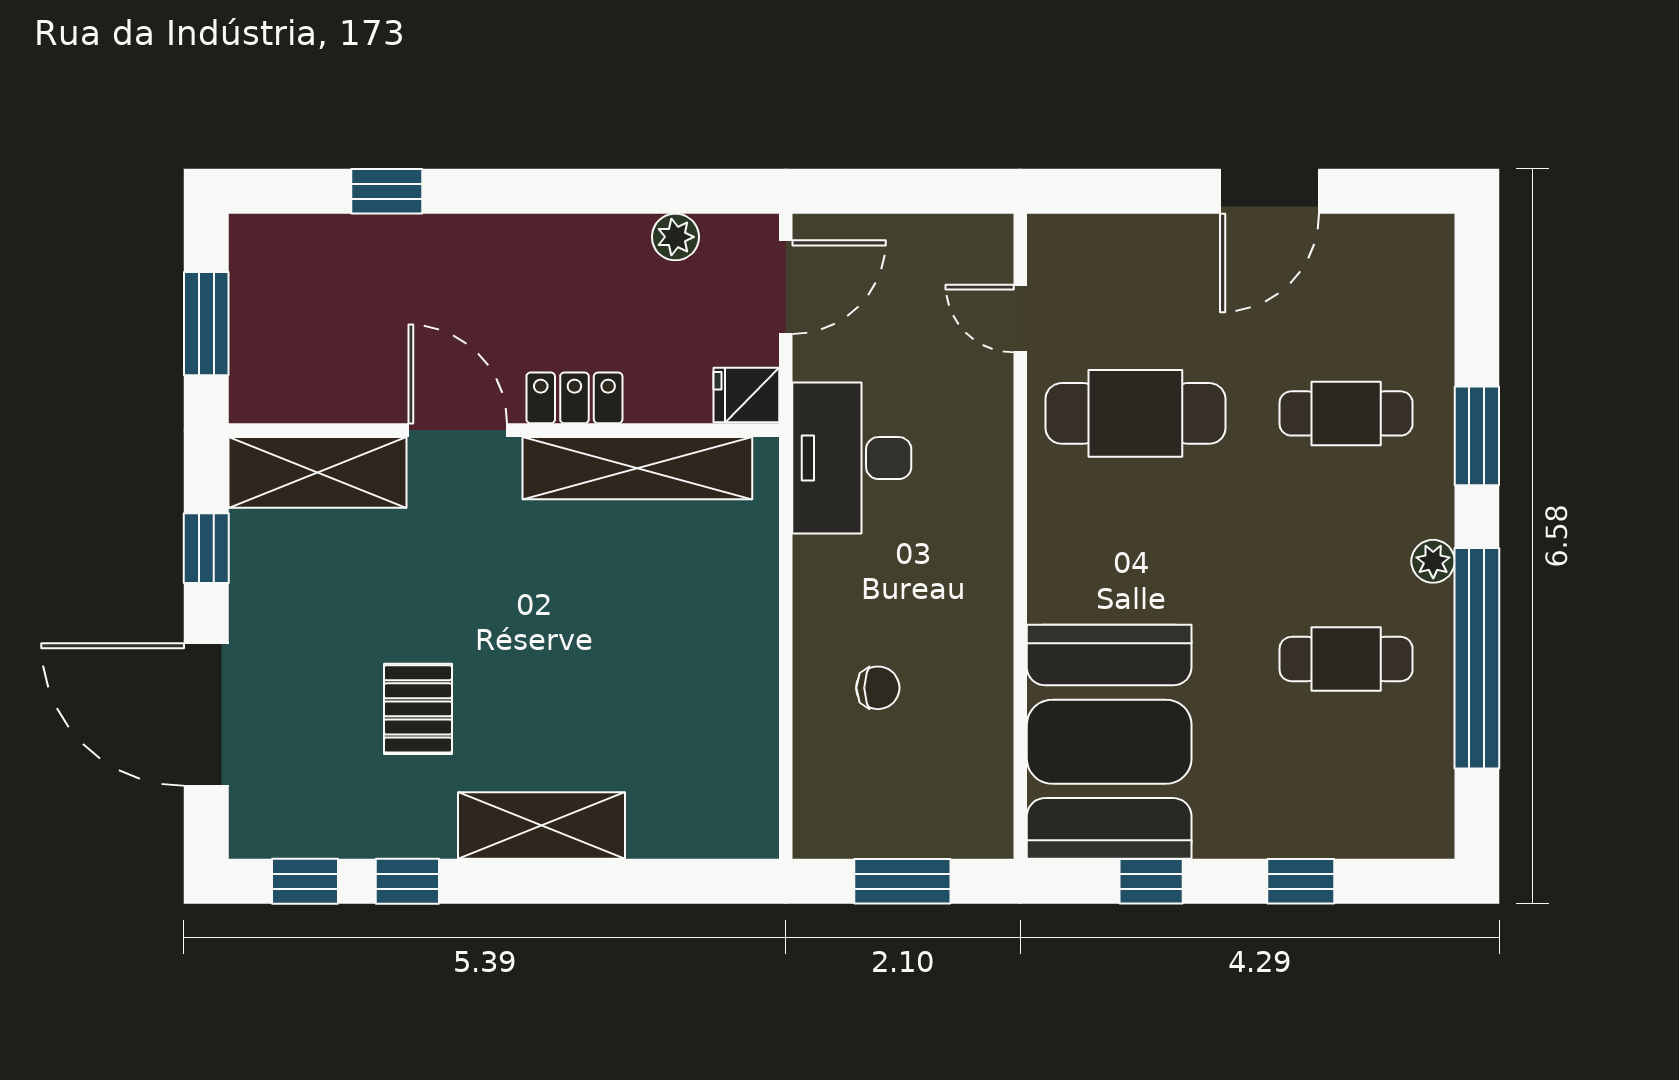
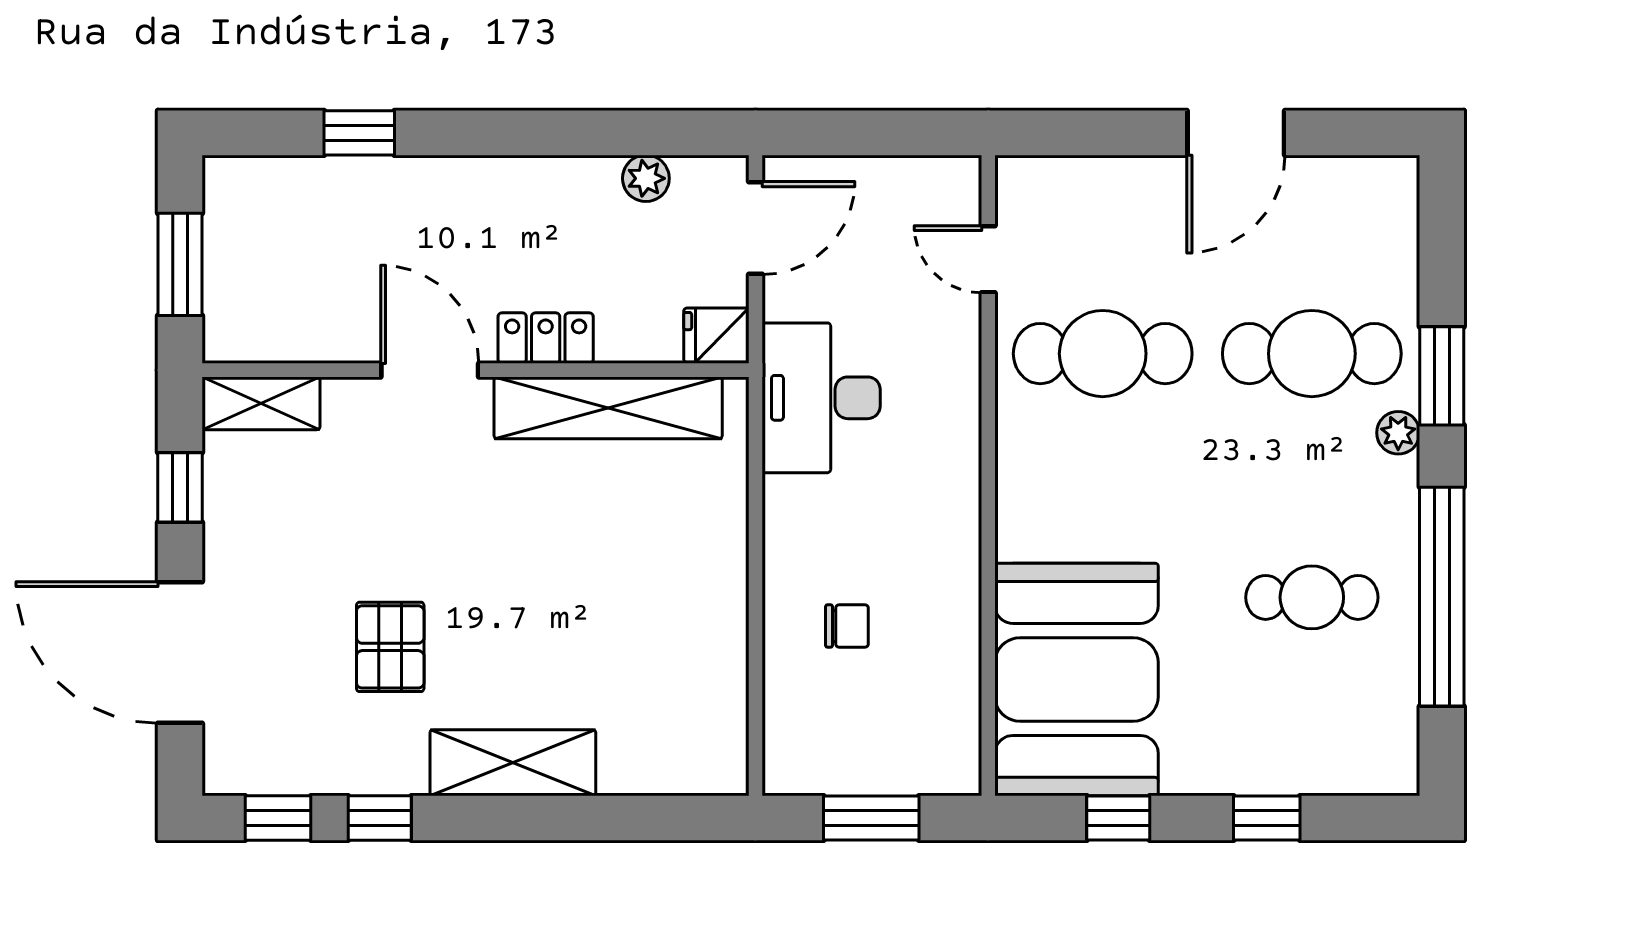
cafe table: (1346, 413) -> (1312, 354), width x1.37, depth x1.35
shelving: (318, 472) -> (261, 403), width x0.67, depth x0.75
plant: (1433, 561) -> (1398, 433), moved

